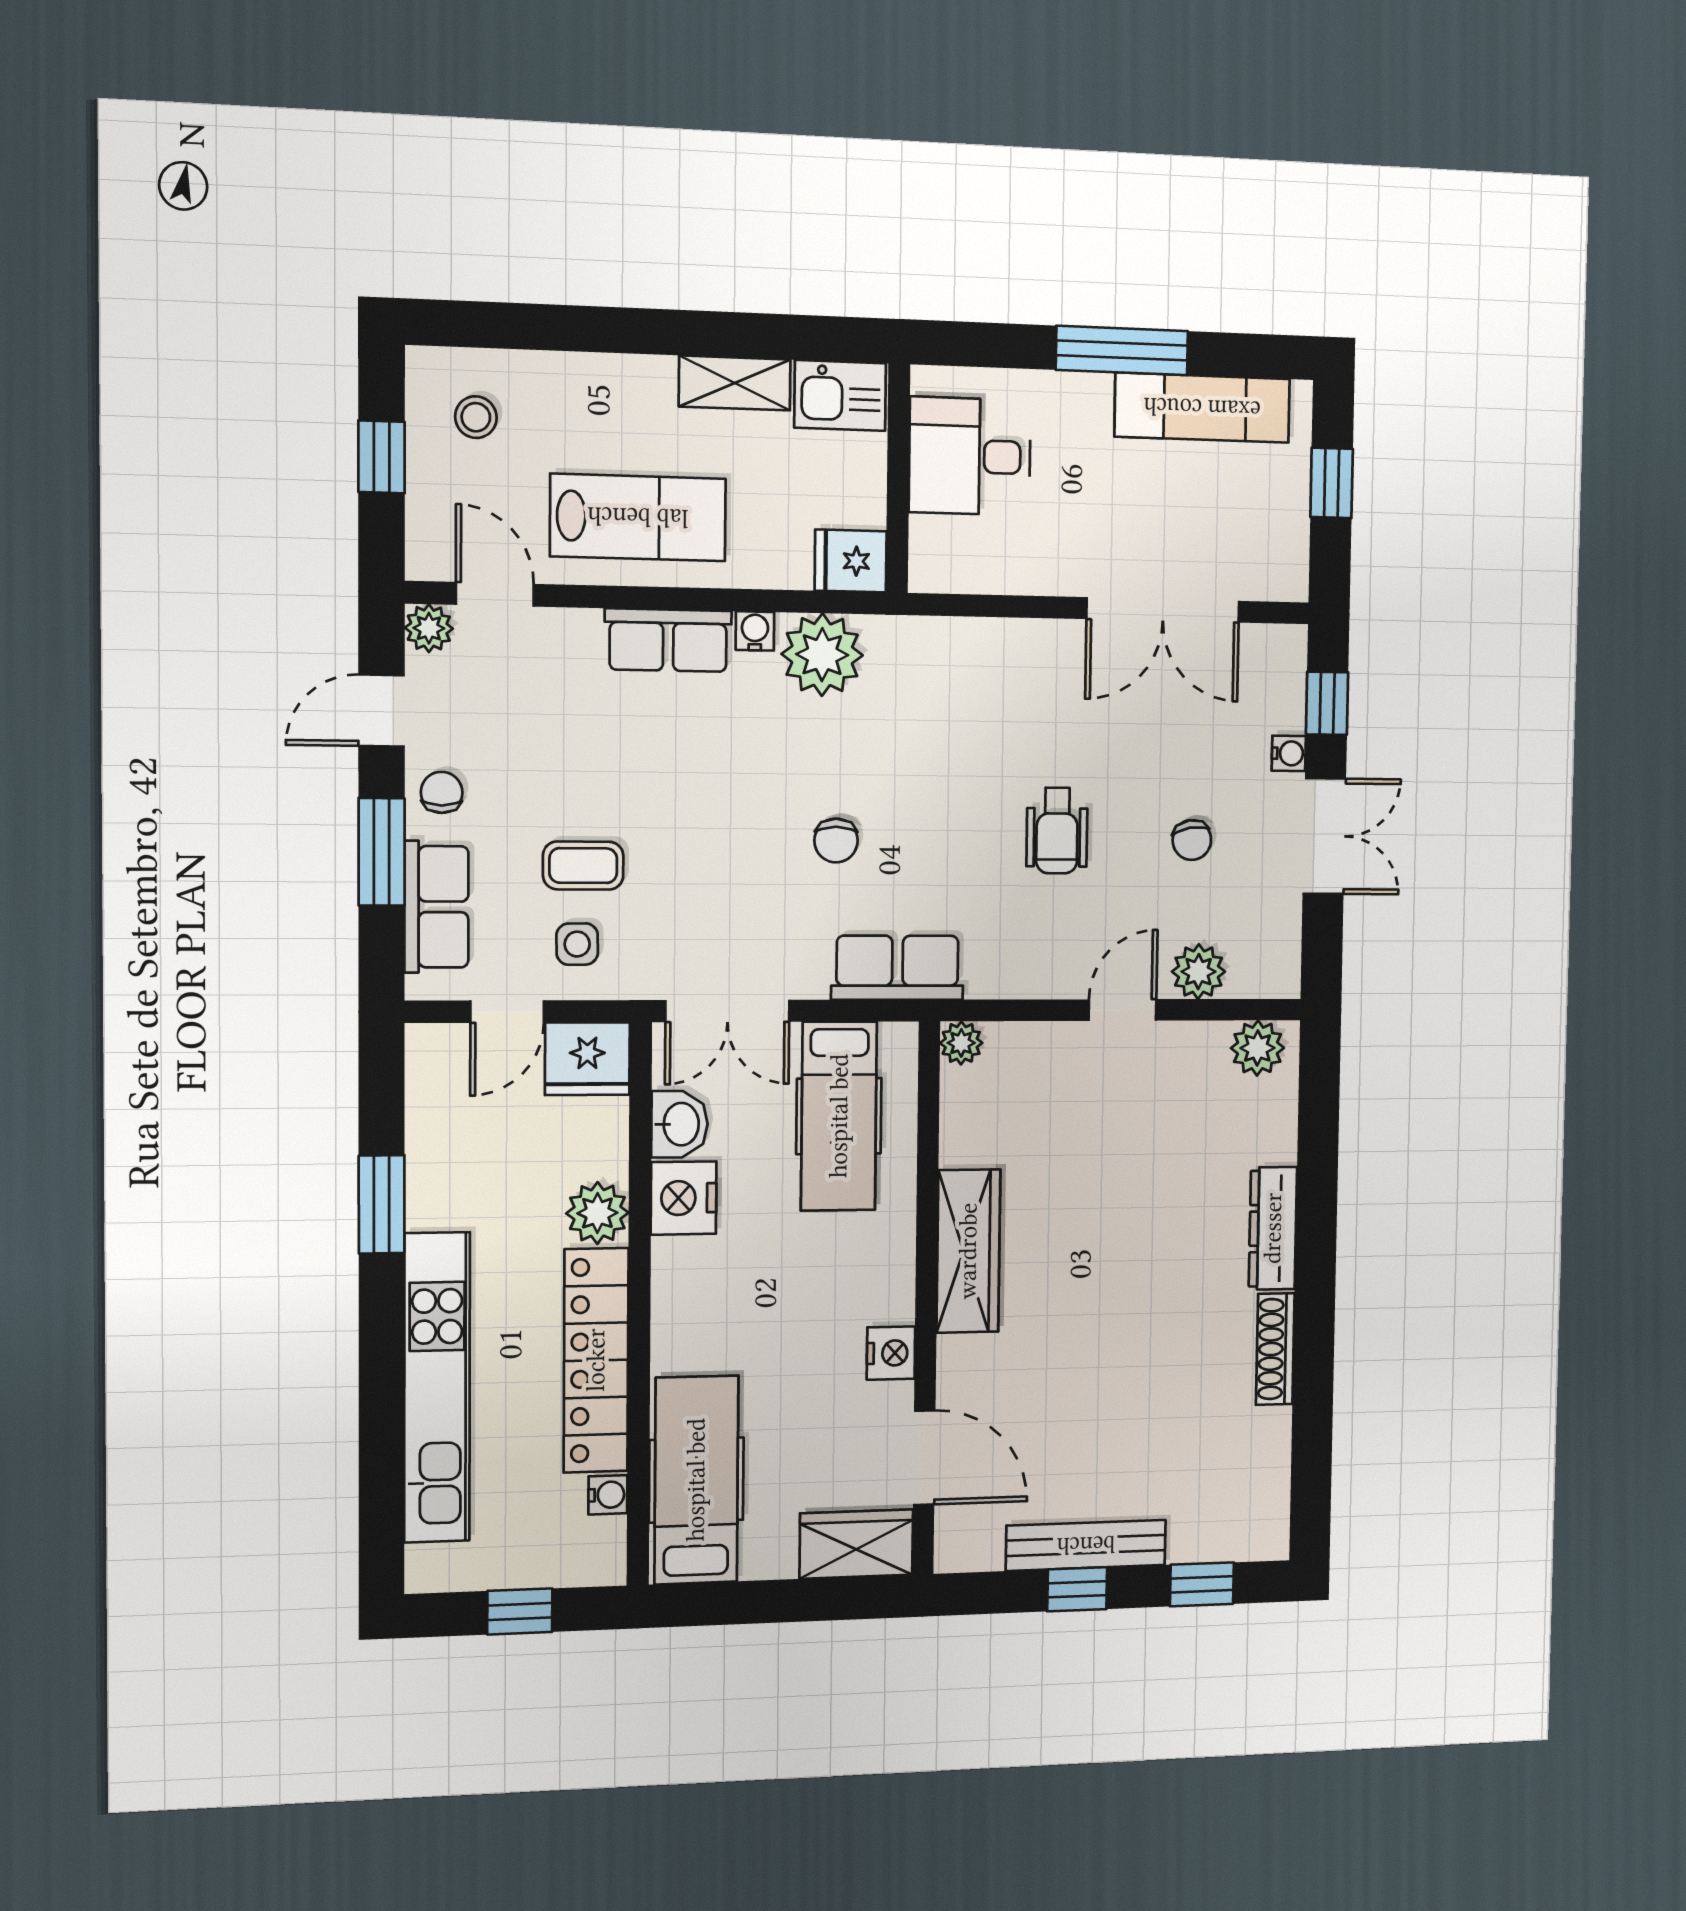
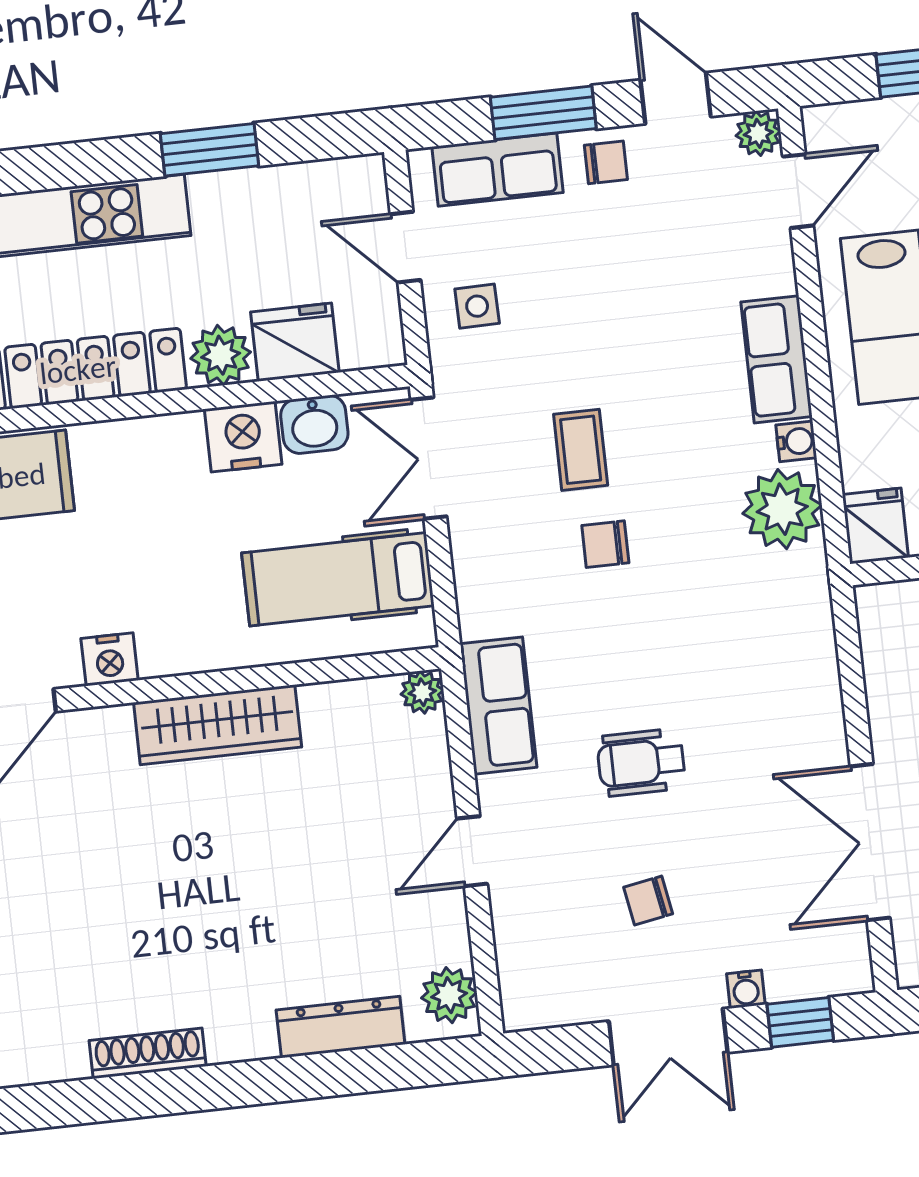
coffee table: (583, 866) -> (581, 450), moved
row of seats: (897, 968) -> (498, 706), moved
plant: (1198, 972) -> (519, 924), removed
door: (1123, 1010) -> (472, 851), swing flipped
fridge: (587, 1059) -> (295, 342), moved, turned 90
dresser: (1273, 1228) -> (341, 1027), moved

